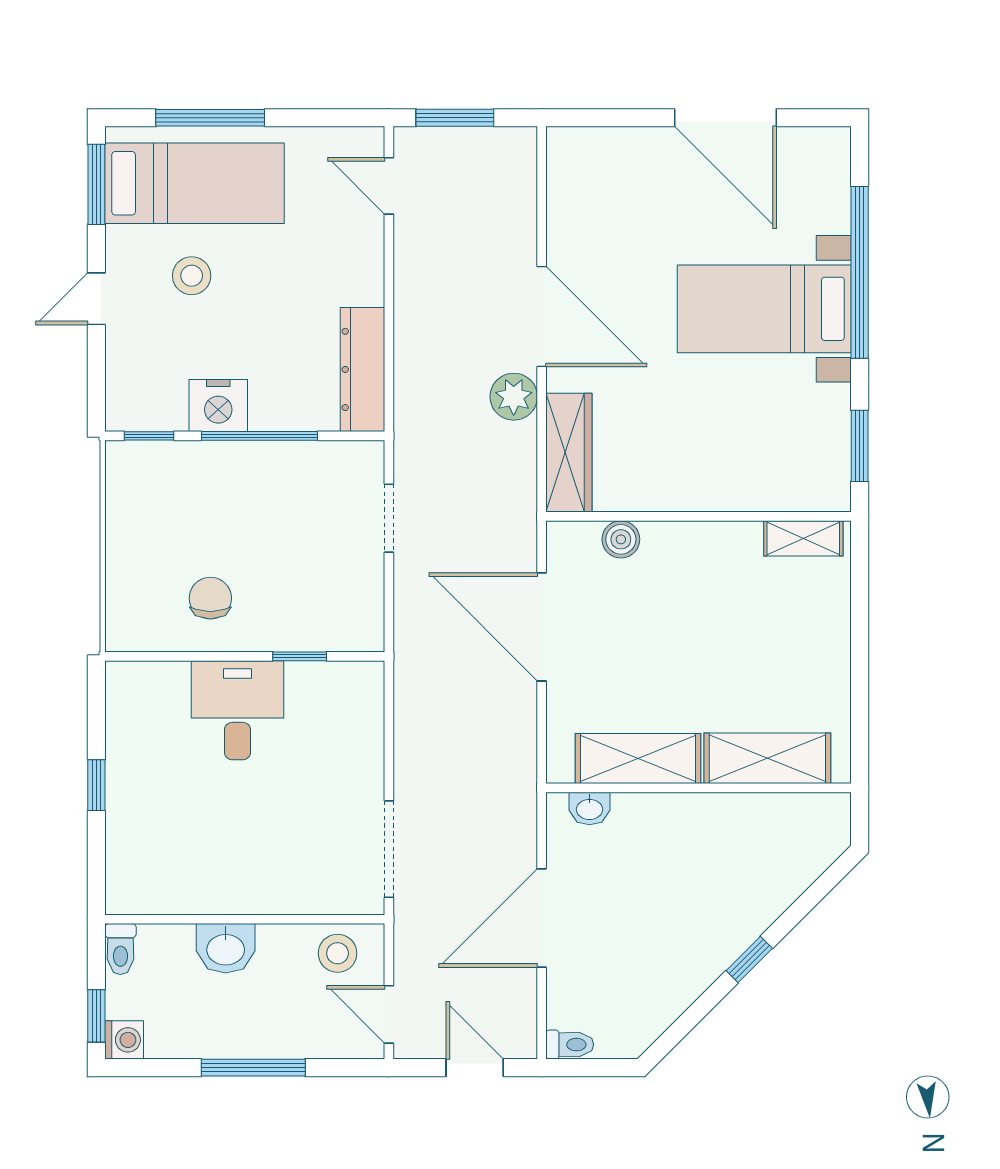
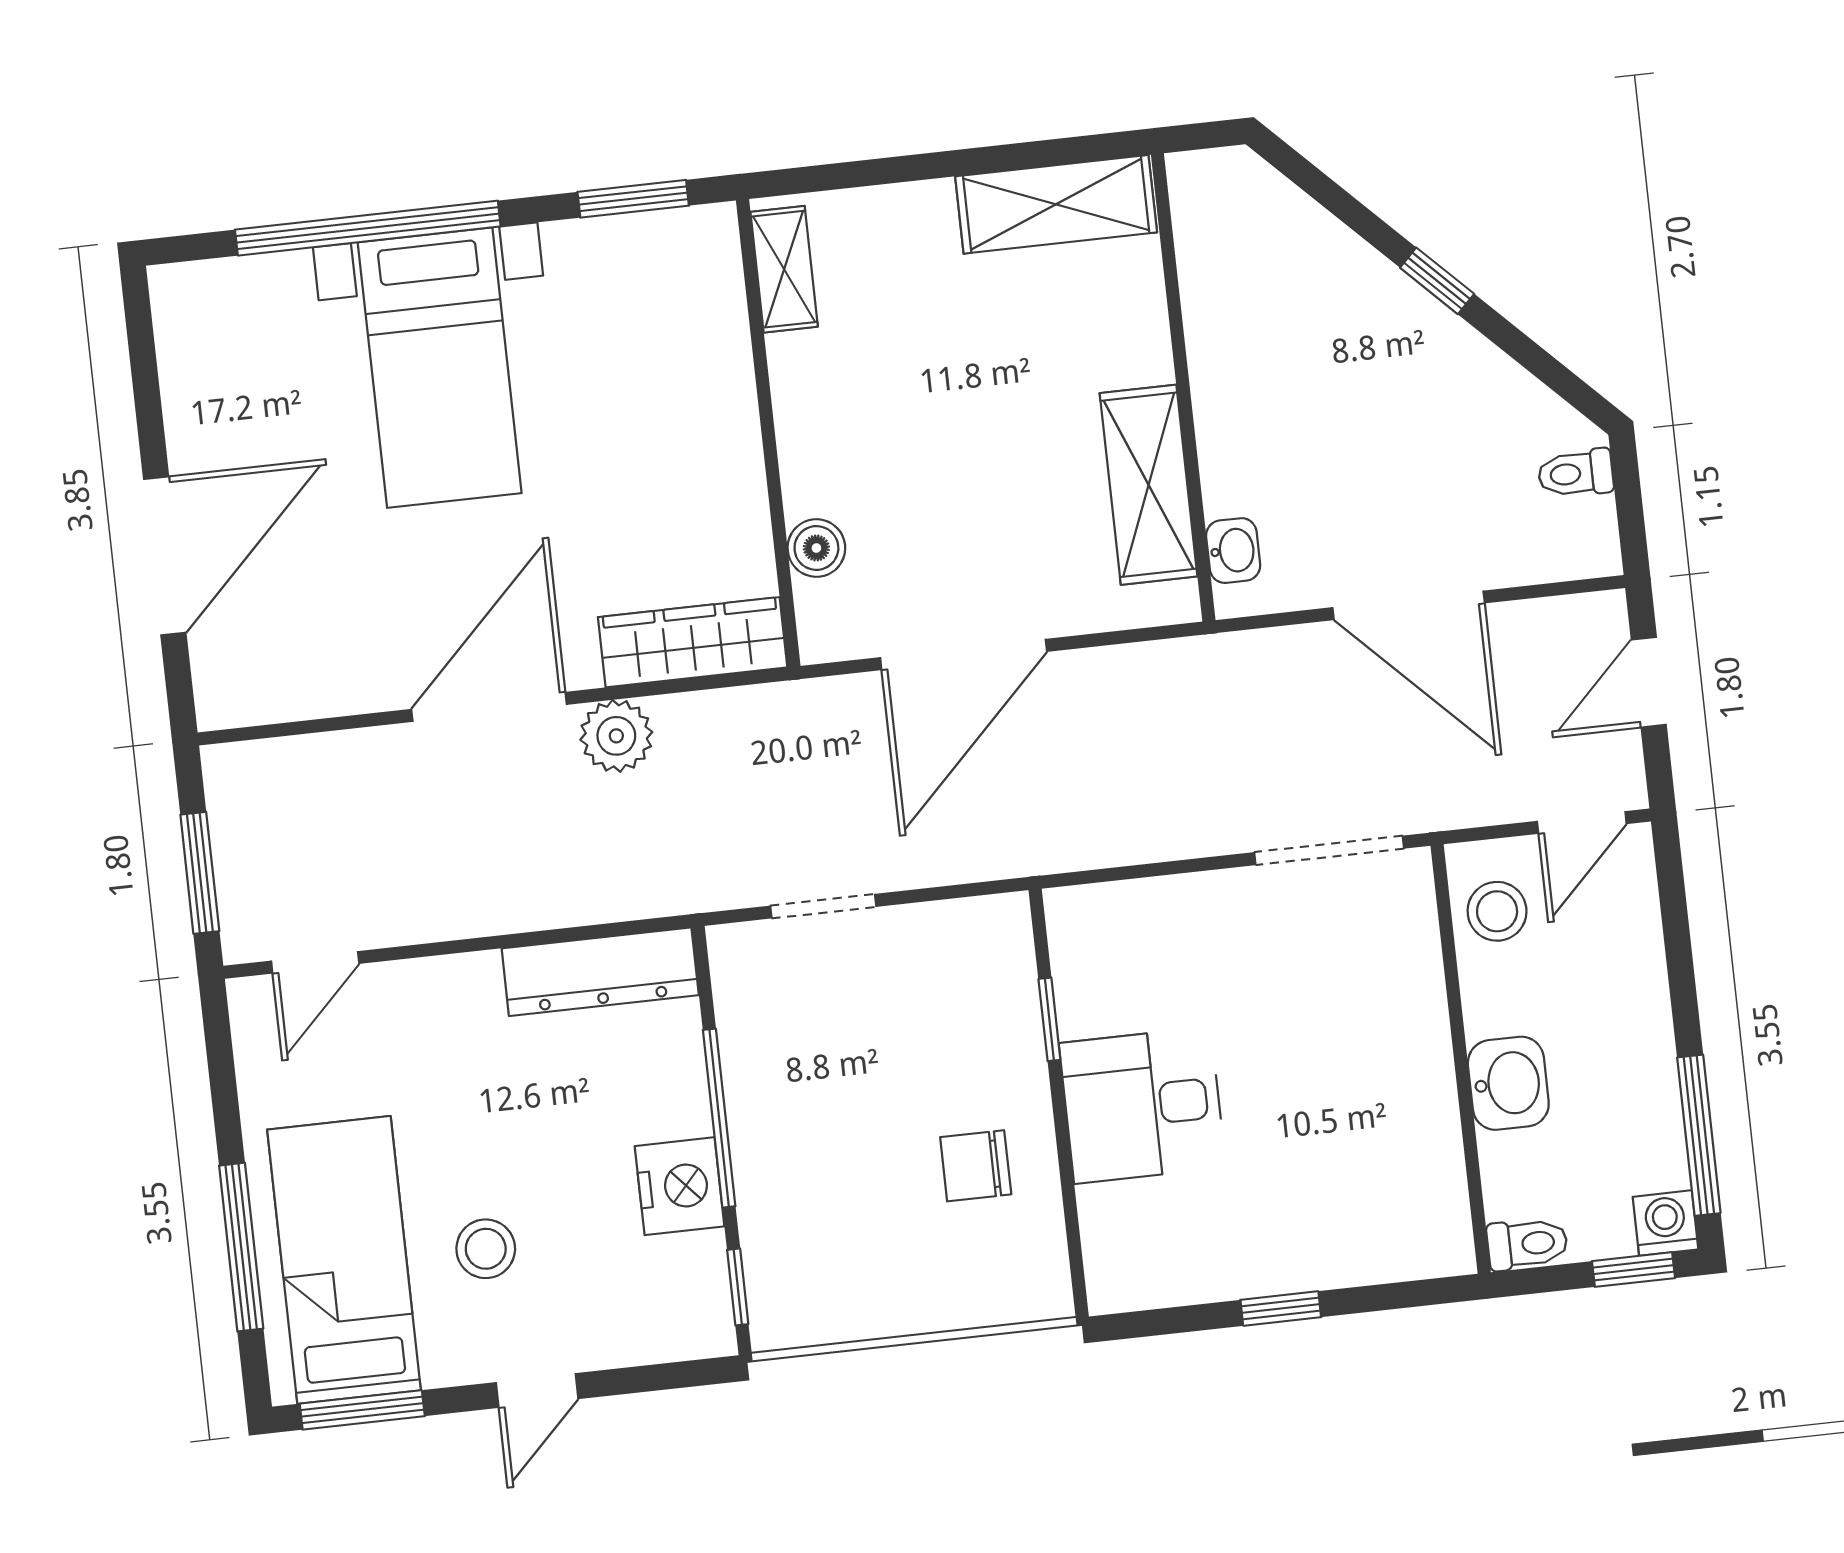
door: (725, 118) -> (165, 556), moved
door: (96, 299) -> (537, 1391), hinge flipped
shelving: (767, 758) -> (1056, 204), moved, turned 90
toilet: (570, 1045) -> (1576, 473), moved, turned -90
window: (253, 1068) -> (1699, 1135), moved

